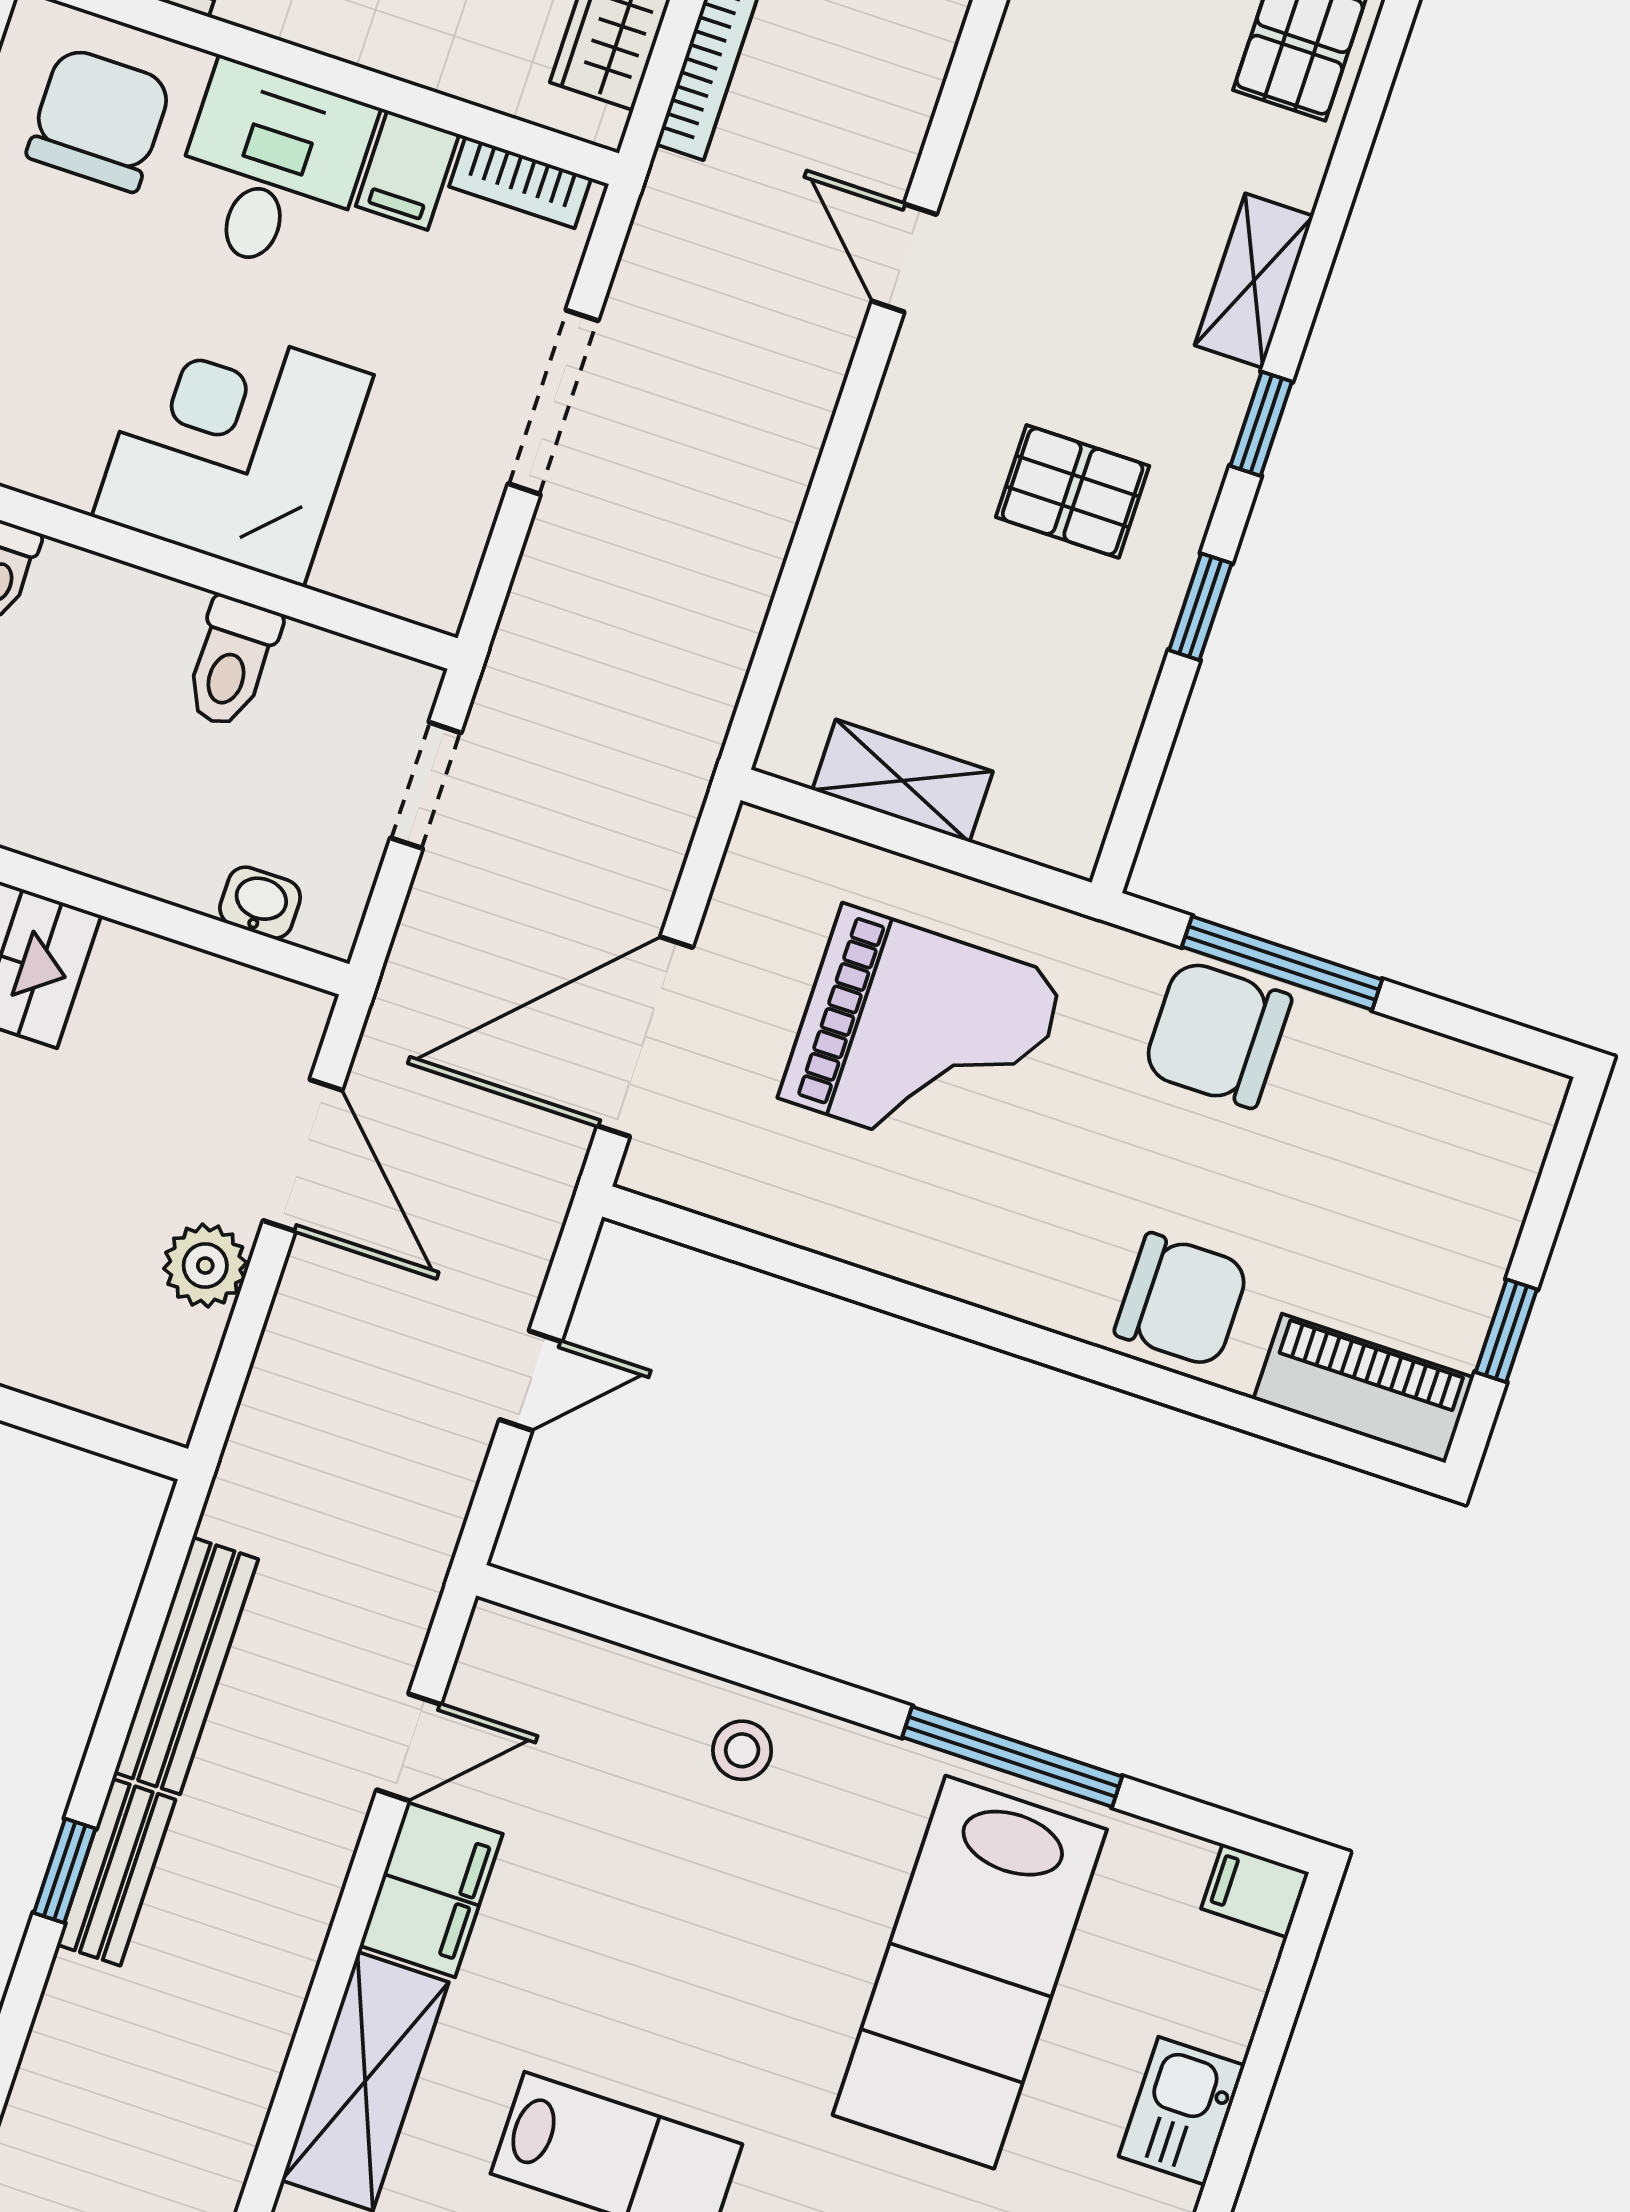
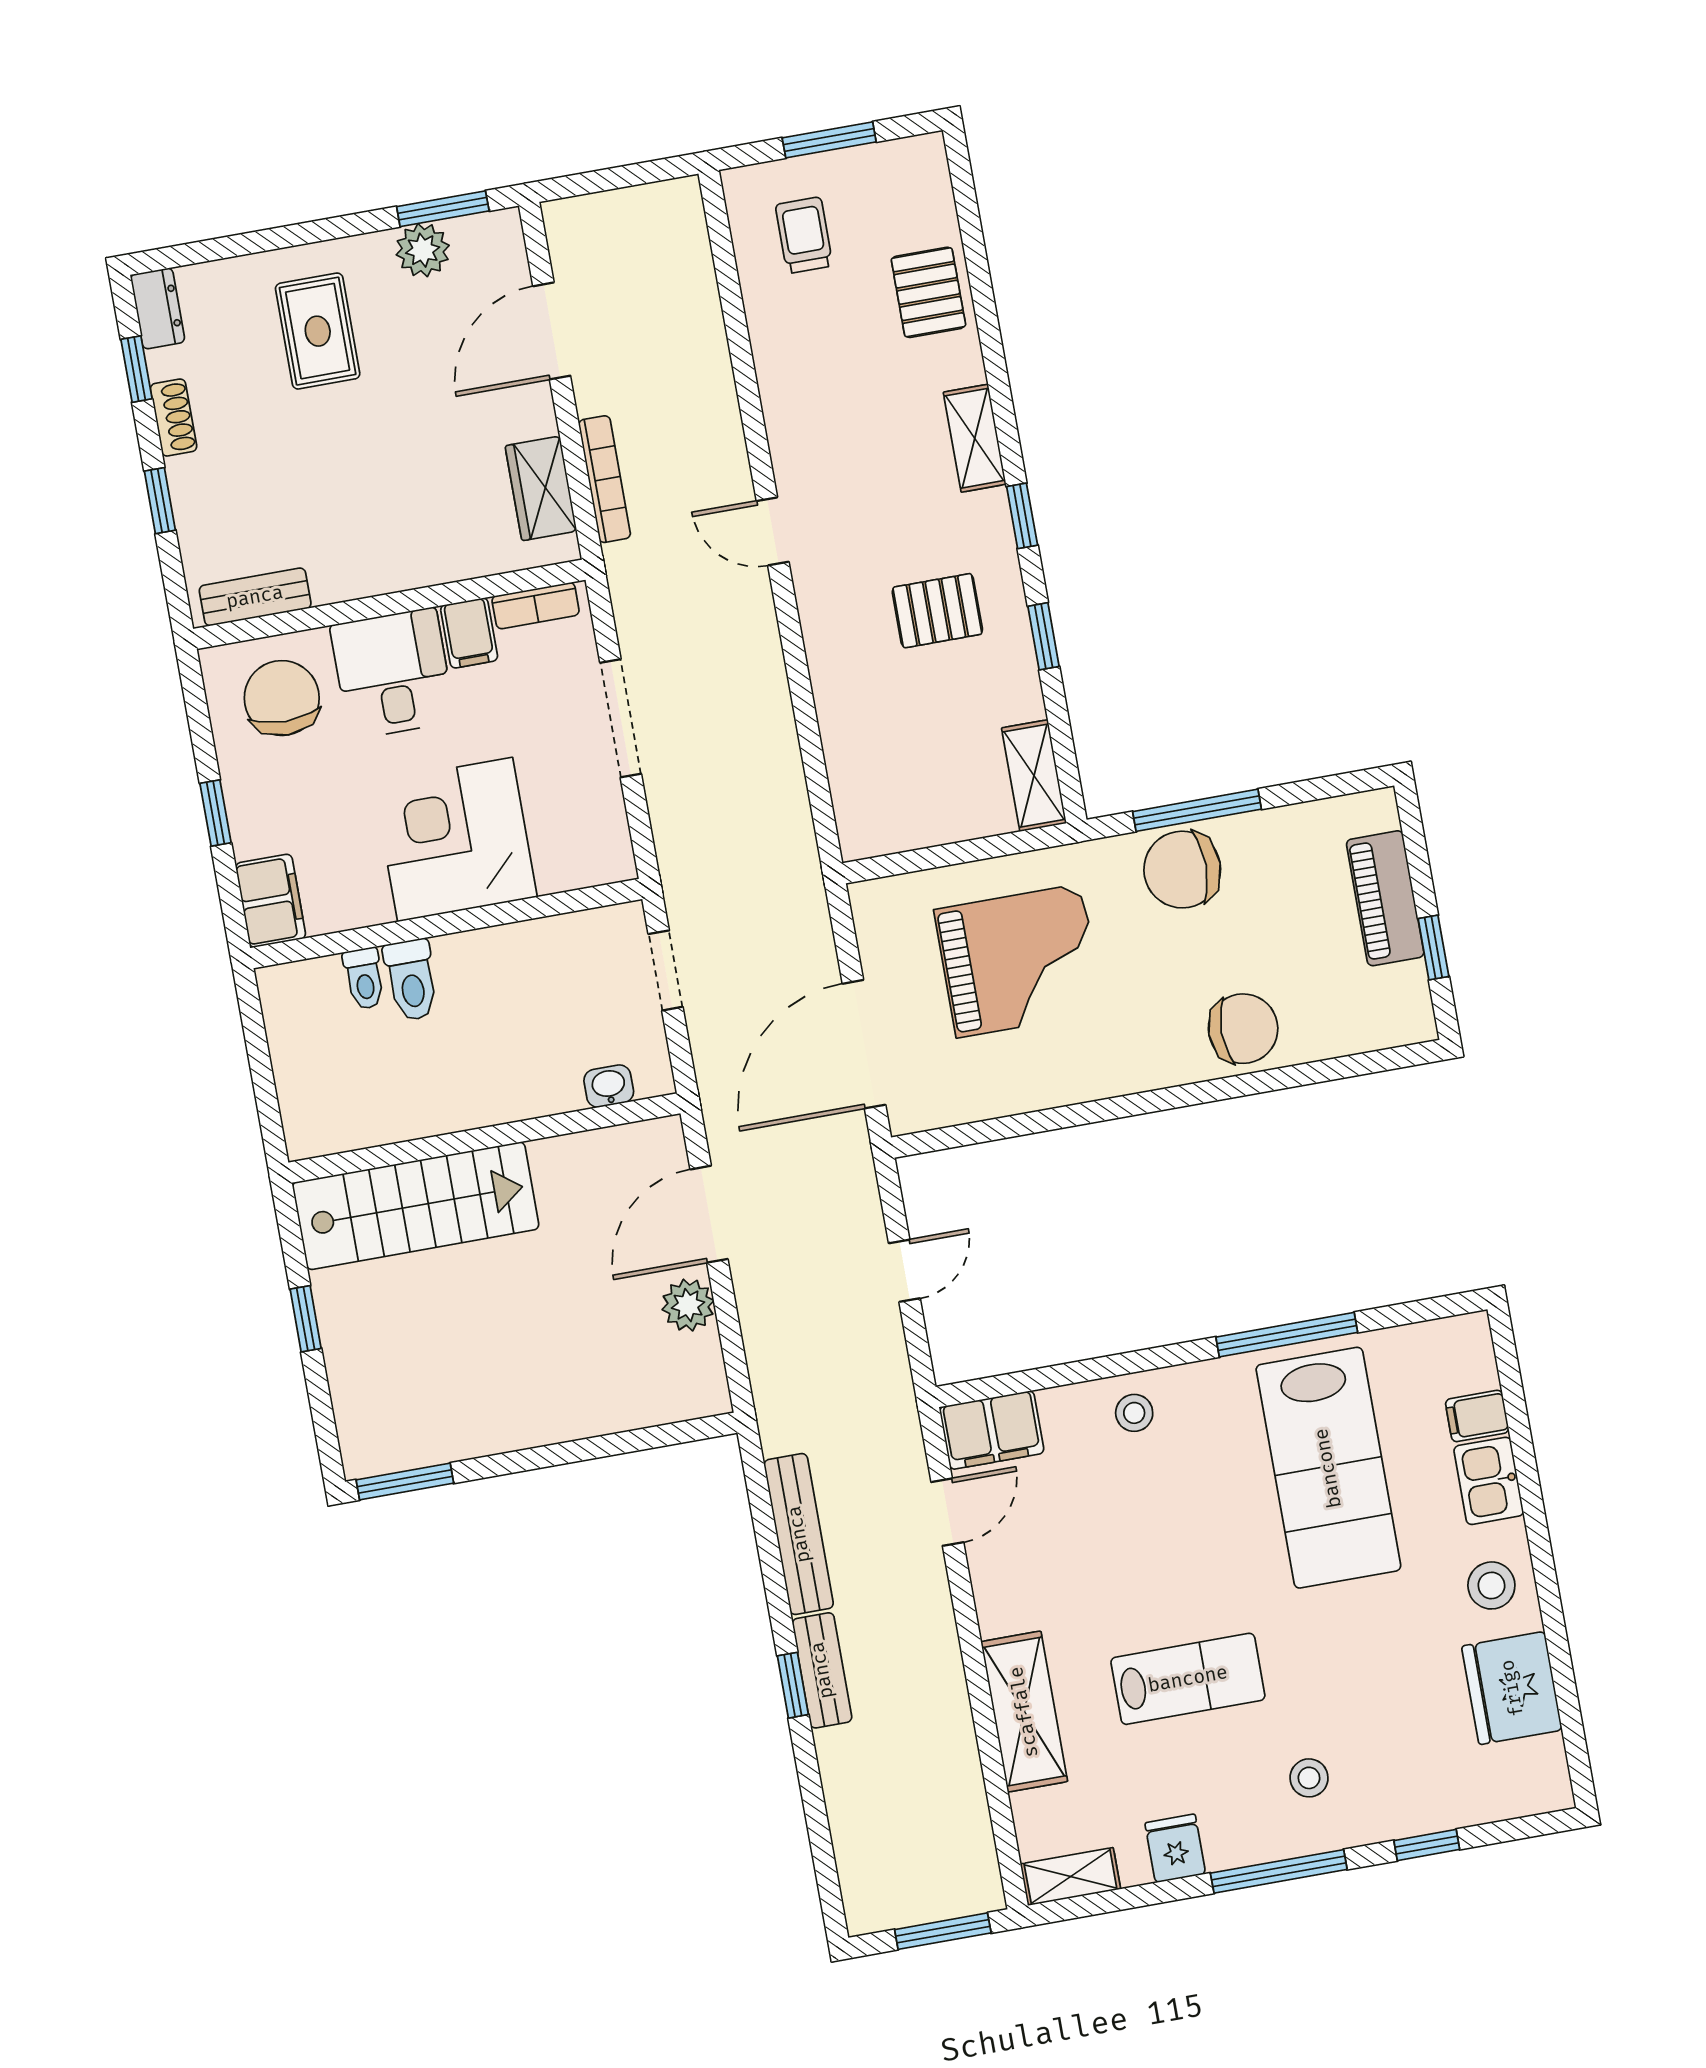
toilet: (231, 662) -> (411, 980), moved
shelving: (903, 781) -> (1034, 776), moved, turned 90
door: (303, 1155) -> (709, 1214), swing flipped
piano: (1364, 1388) -> (1385, 898), moved, turned -90
filing cabinet: (431, 1890) -> (992, 1430), moved, turned 90
filing cabinet: (1255, 1891) -> (1477, 1416), moved

